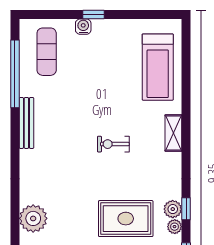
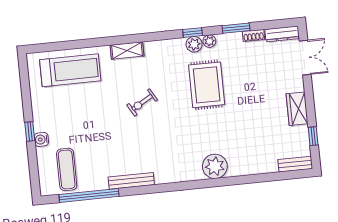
exercise mat: (47, 52) -> (67, 169), turned 90
exercise bike: (113, 144) -> (142, 102), turned 60

